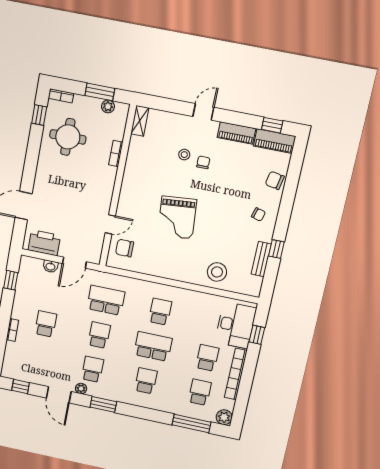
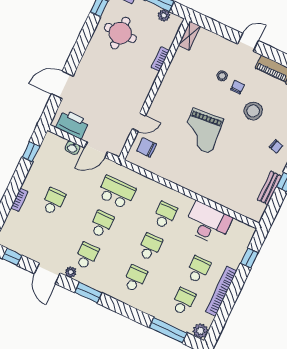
stool: (217, 272) -> (253, 111), moved
desk: (236, 325) -> (208, 223), moved, turned -90
school desk: (153, 346) -> (150, 247), width x0.54

